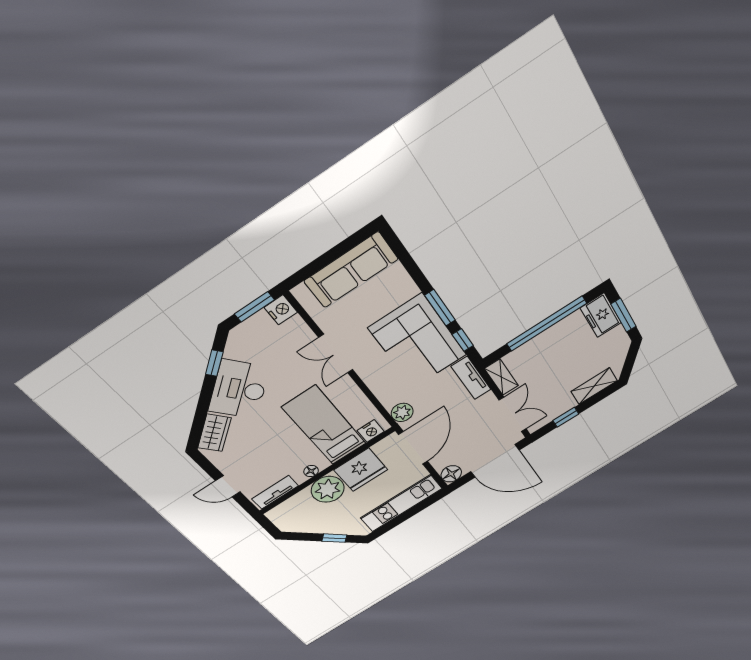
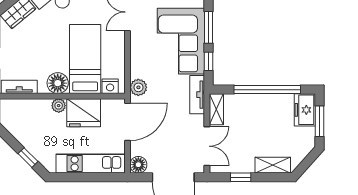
floor lamp: (311, 471) -> (58, 83), width x1.89, depth x1.89
plant: (328, 489) -> (59, 106), width x0.53, depth x0.53

